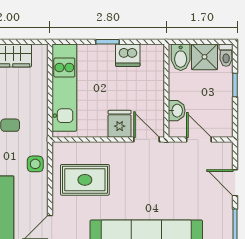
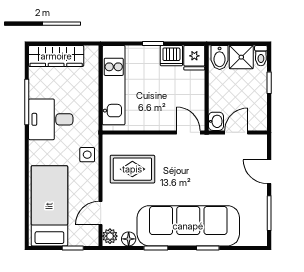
washbasin: (177, 111) -> (216, 121), moved
fridge: (120, 124) -> (194, 58), moved, turned 180
door: (199, 140) -> (236, 132), hinge flipped

